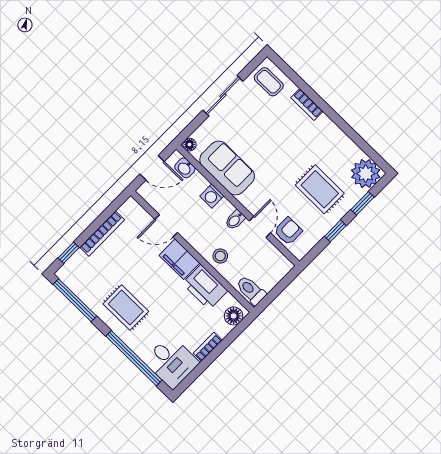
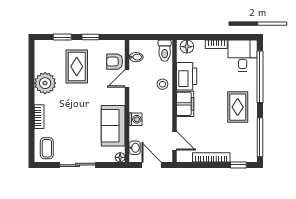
plant: (366, 174) -> (45, 83), moved
bidet: (235, 220) -> (136, 57), moved
door: (166, 226) -> (174, 141), moved

